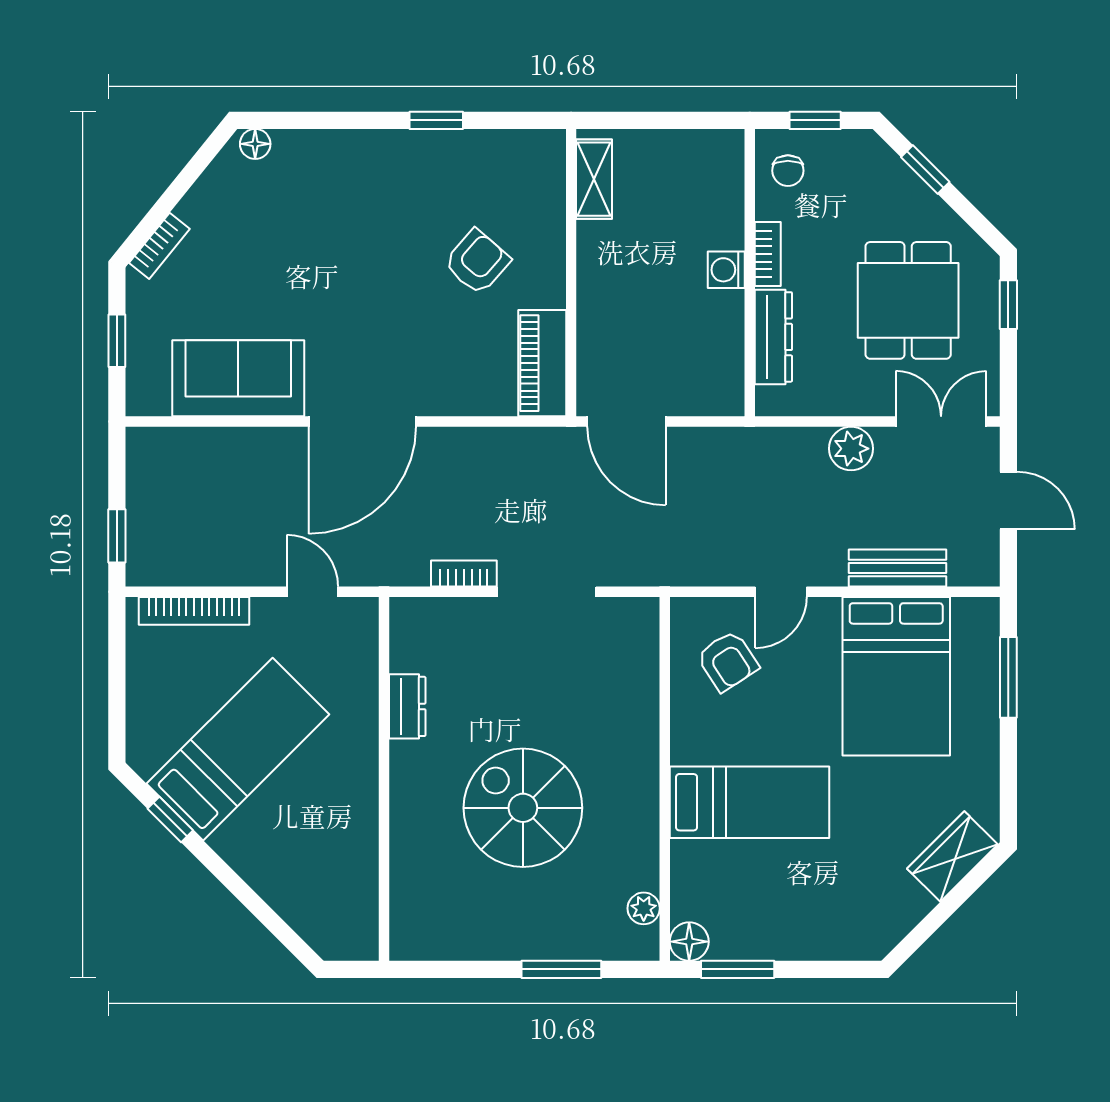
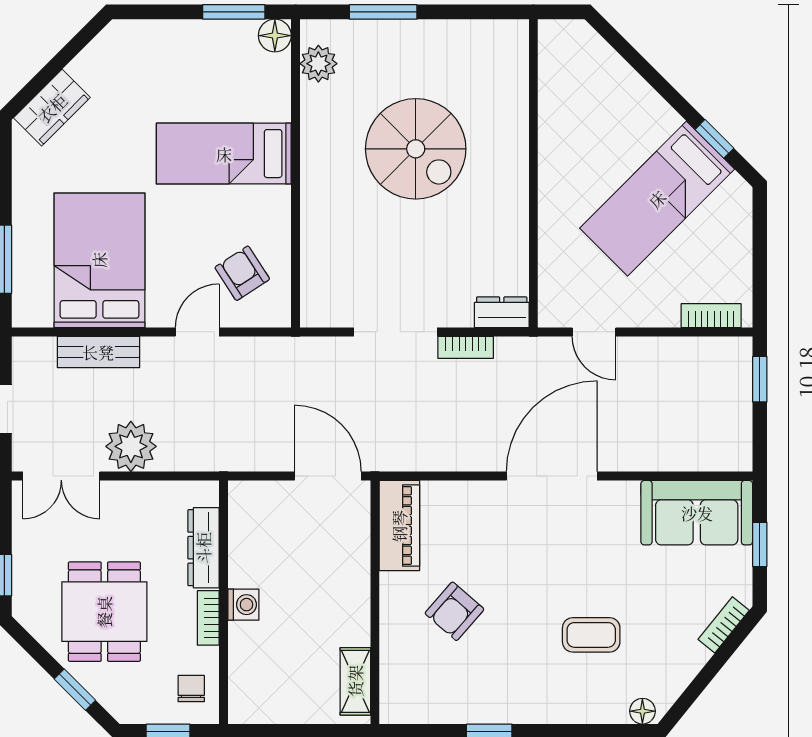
coffee table: (316, 234) -> (591, 635), added
dining table: (908, 300) -> (104, 612), moved
sofa: (238, 378) -> (697, 513), moved
plant: (851, 449) -> (131, 446), width x1.36, depth x1.36
bookcase: (194, 611) -> (711, 316), width x0.64
dresser: (407, 706) -> (502, 312), moved, turned 90
plant: (644, 908) -> (318, 64), width x1.38, depth x1.38

